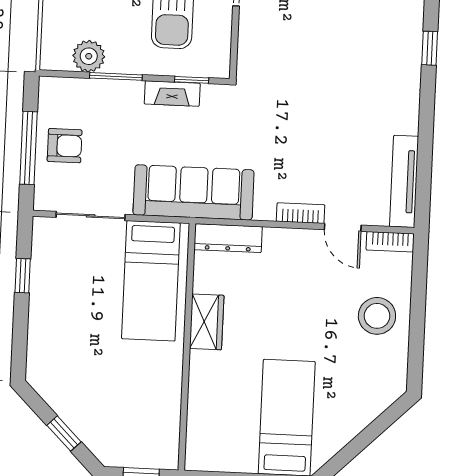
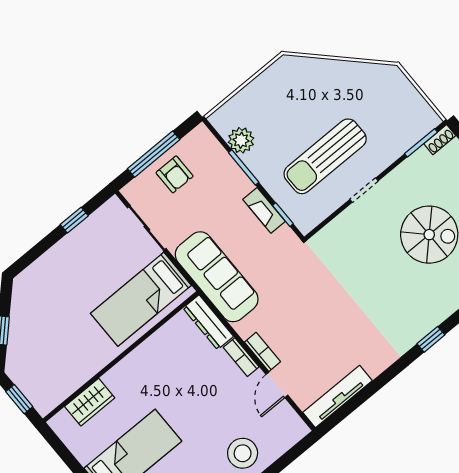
bookcase: (390, 242) -> (241, 357), moved
wardrobe: (207, 322) -> (90, 402), moved

